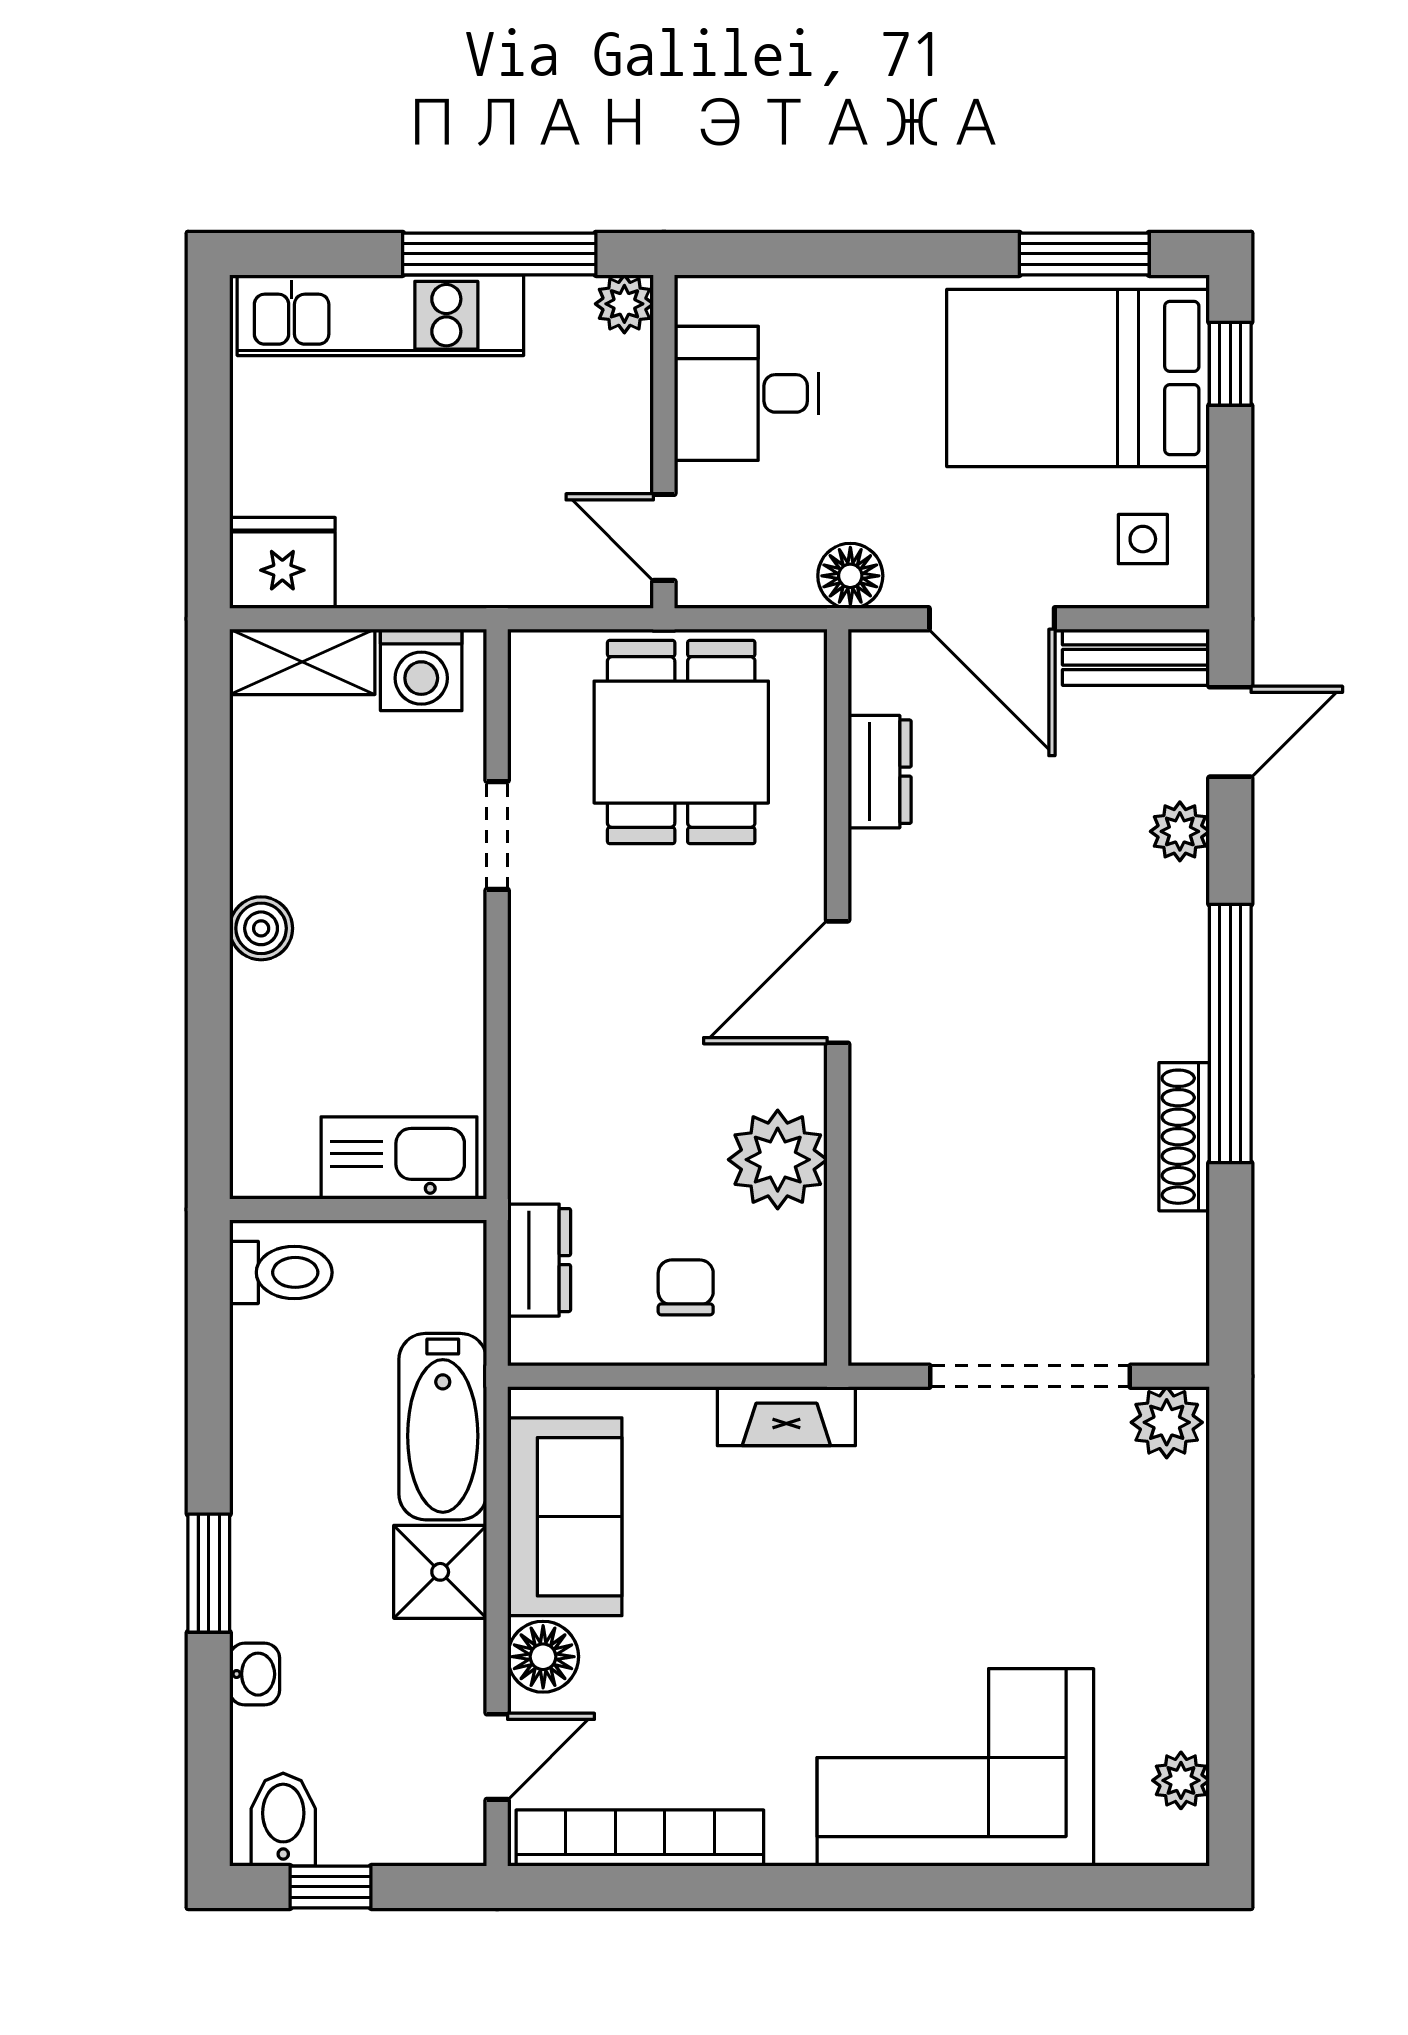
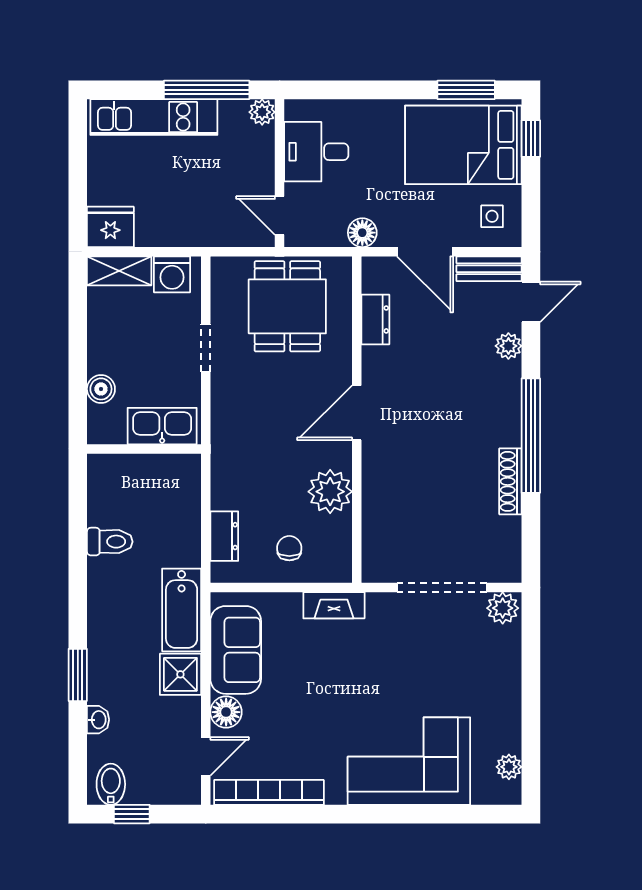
kitchen sink: (399, 1158) -> (162, 426), moved
wall: (358, 1209) -> (144, 449), moved

